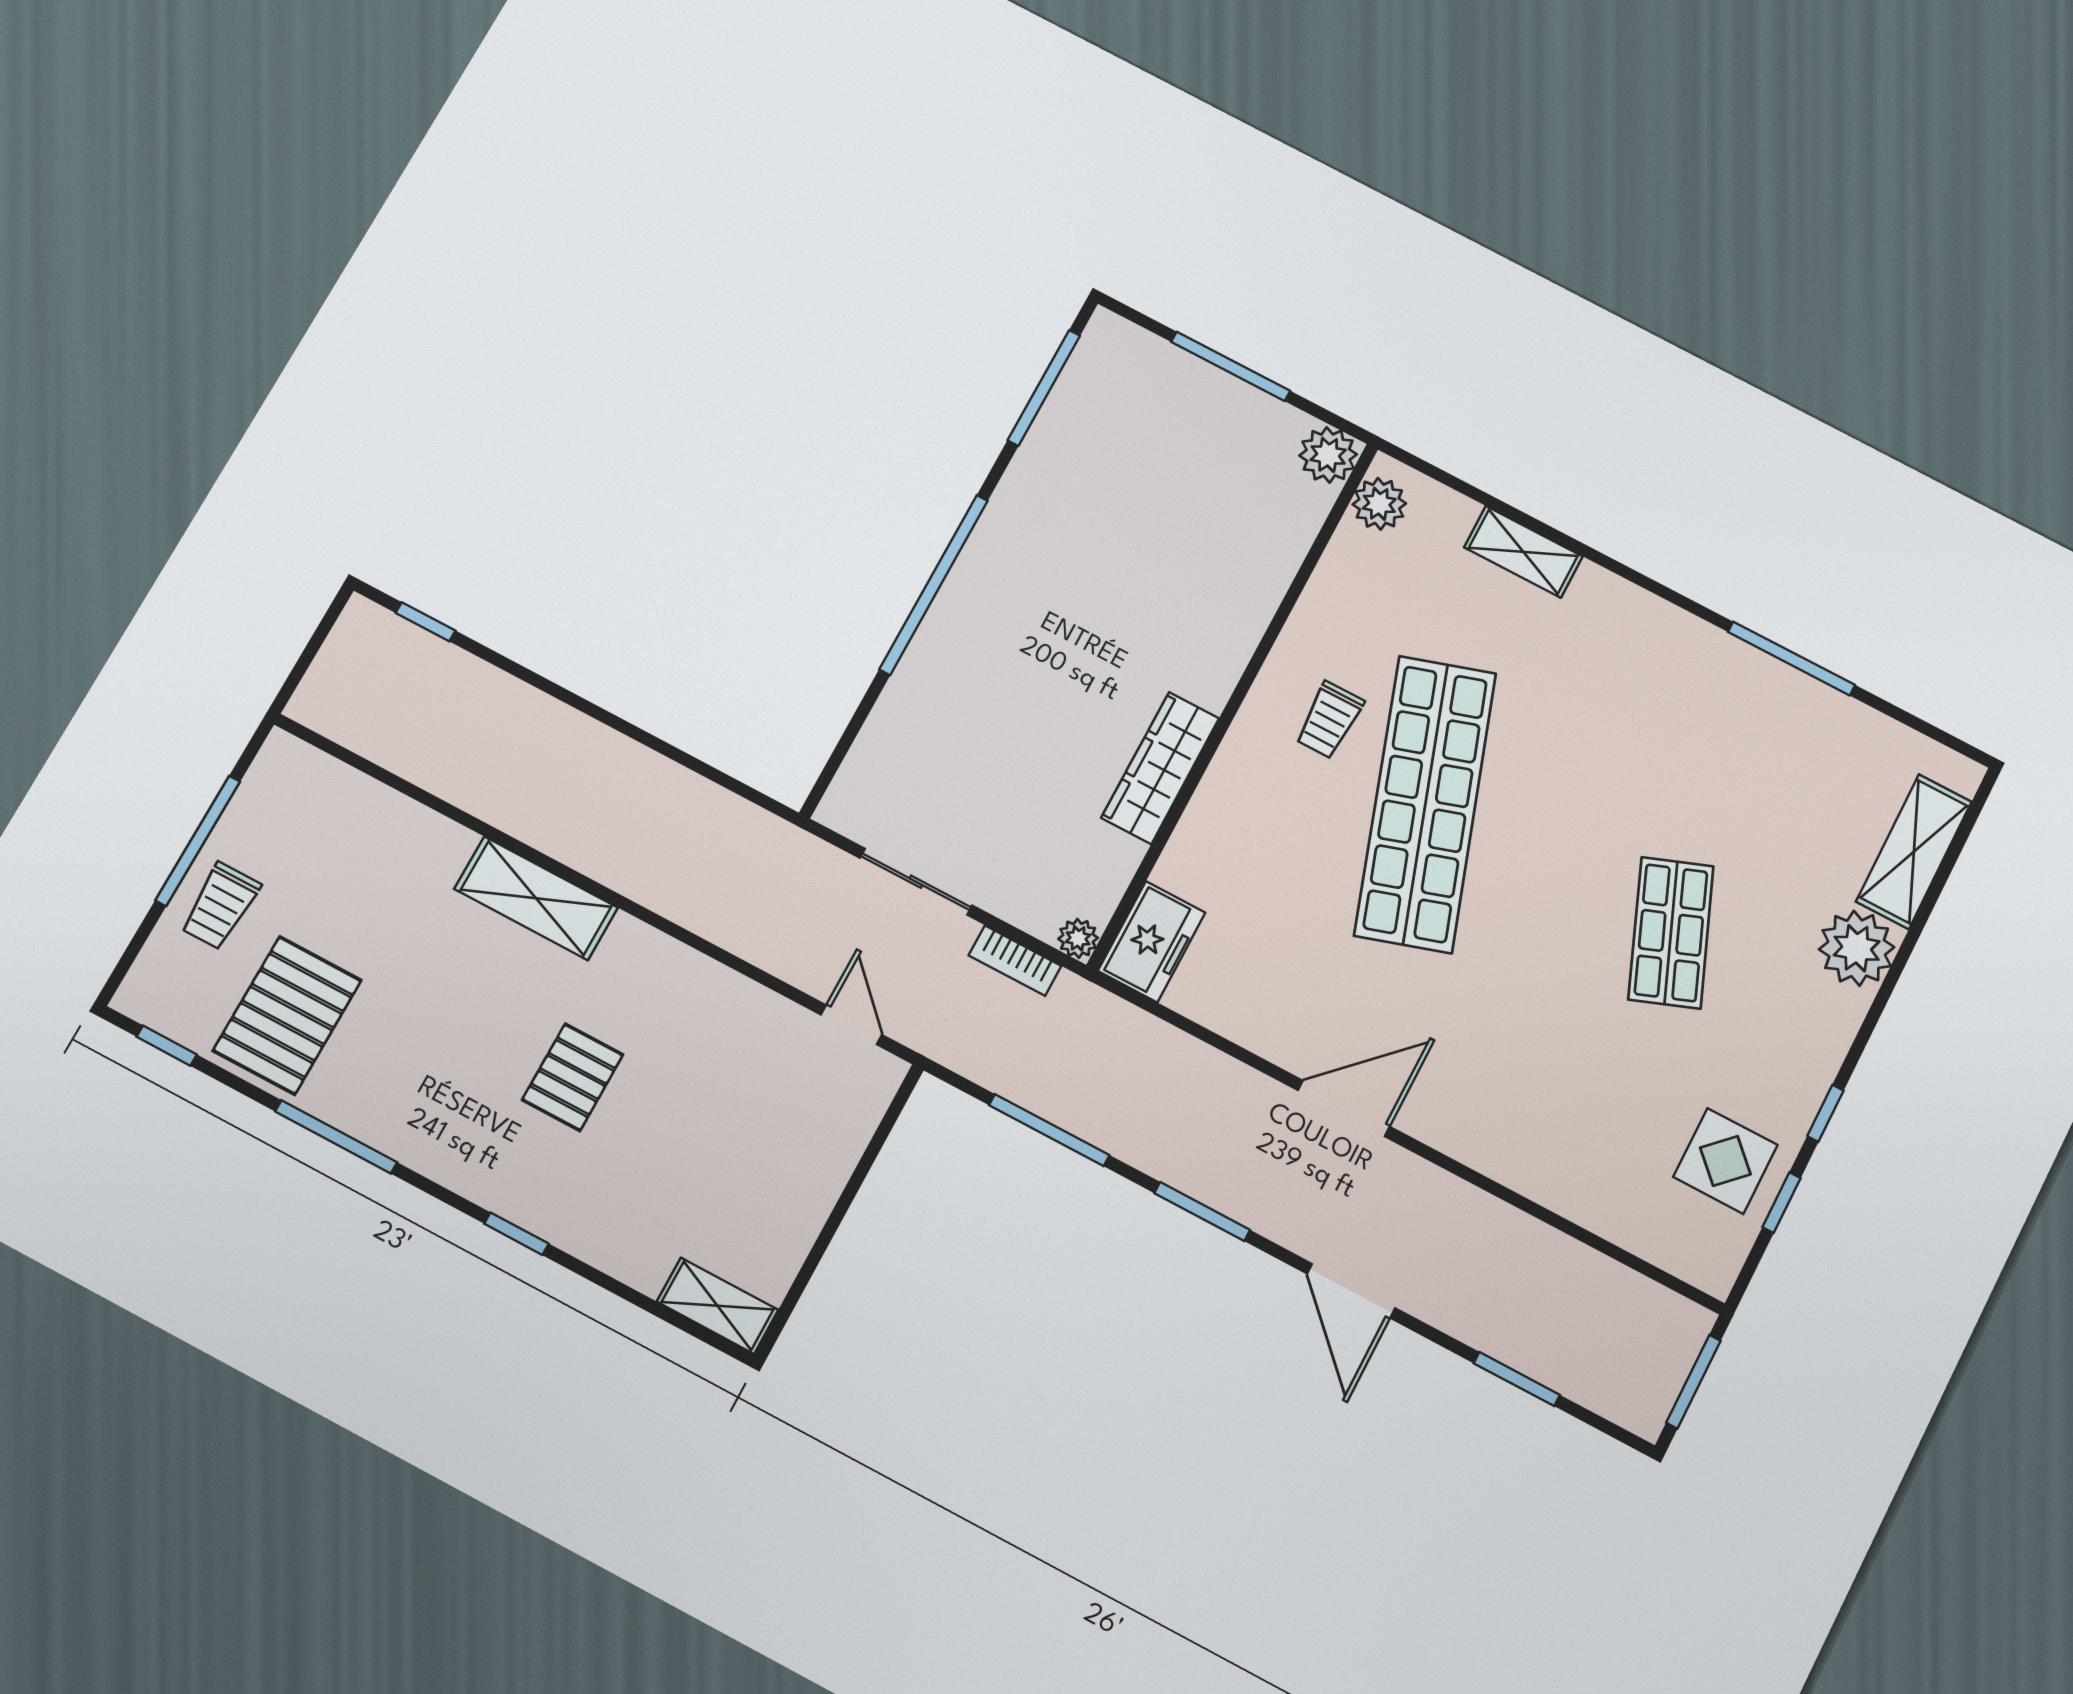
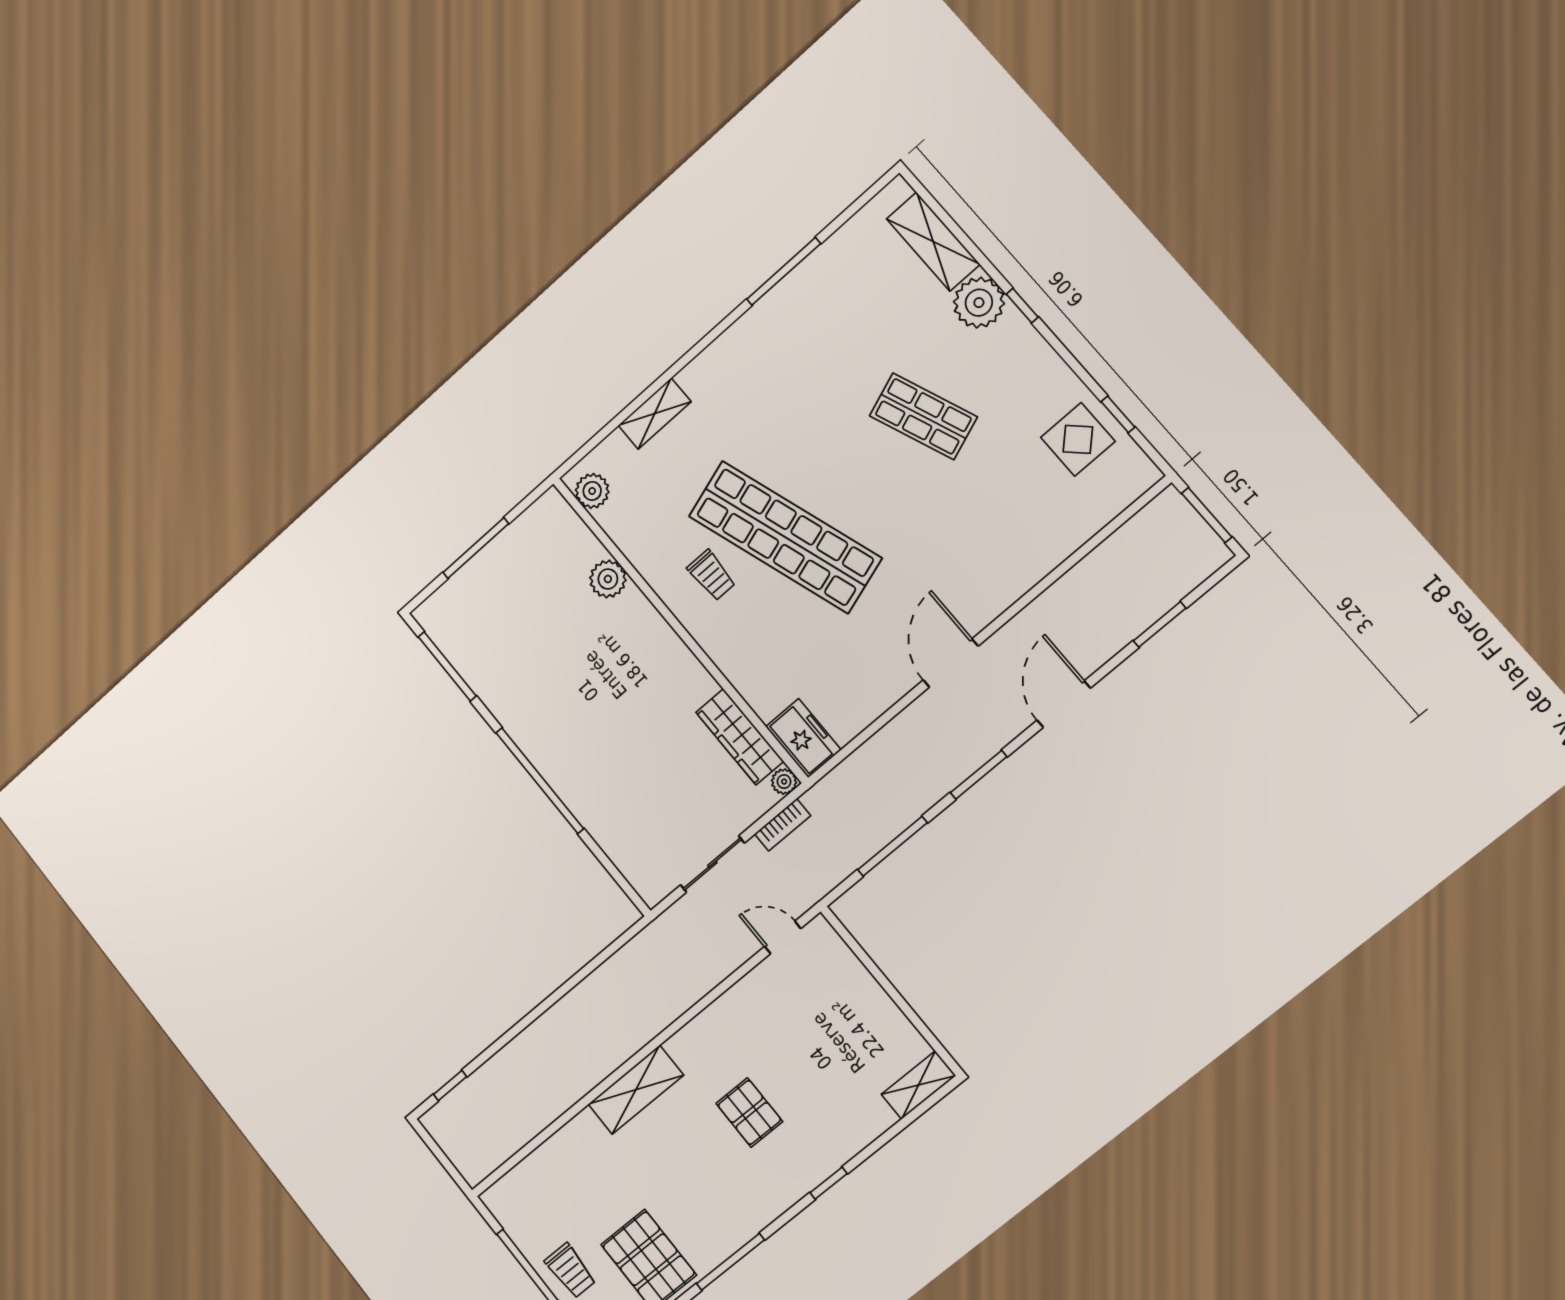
plant: (1328, 455) -> (608, 579), moved
wardrobe: (1160, 768) -> (740, 737), moved
window: (1825, 1113) -> (1022, 306), moved
door: (1351, 1291) -> (1064, 704), swing flipped

